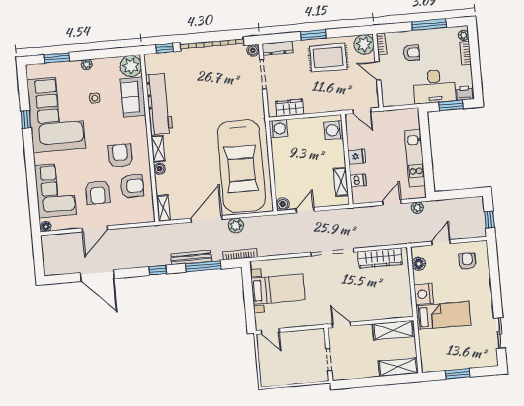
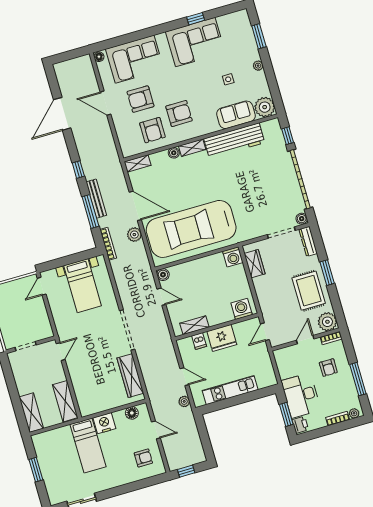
corner sofa: (56, 114) -> (195, 42), width x0.73, depth x0.74
fridge: (357, 157) -> (222, 338), width x1.88, depth x1.34

